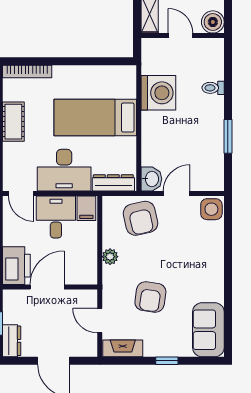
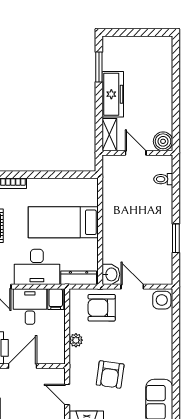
toilet: (213, 88) -> (163, 179), moved
washing machine: (158, 93) -> (117, 201), removed
door: (177, 193) -> (132, 287), hinge flipped
armchair: (140, 218) -> (102, 308), turned 103

